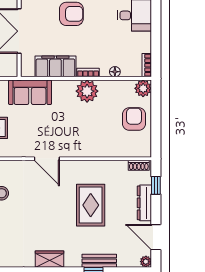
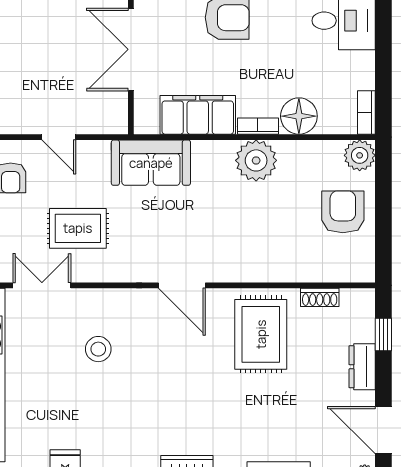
floor lamp: (115, 72) -> (299, 116), width x1.89, depth x1.89
shoe rack: (139, 165) -> (320, 297), moved
dresser: (144, 203) -> (362, 367), width x0.70
rug: (91, 205) -> (261, 334), moved

